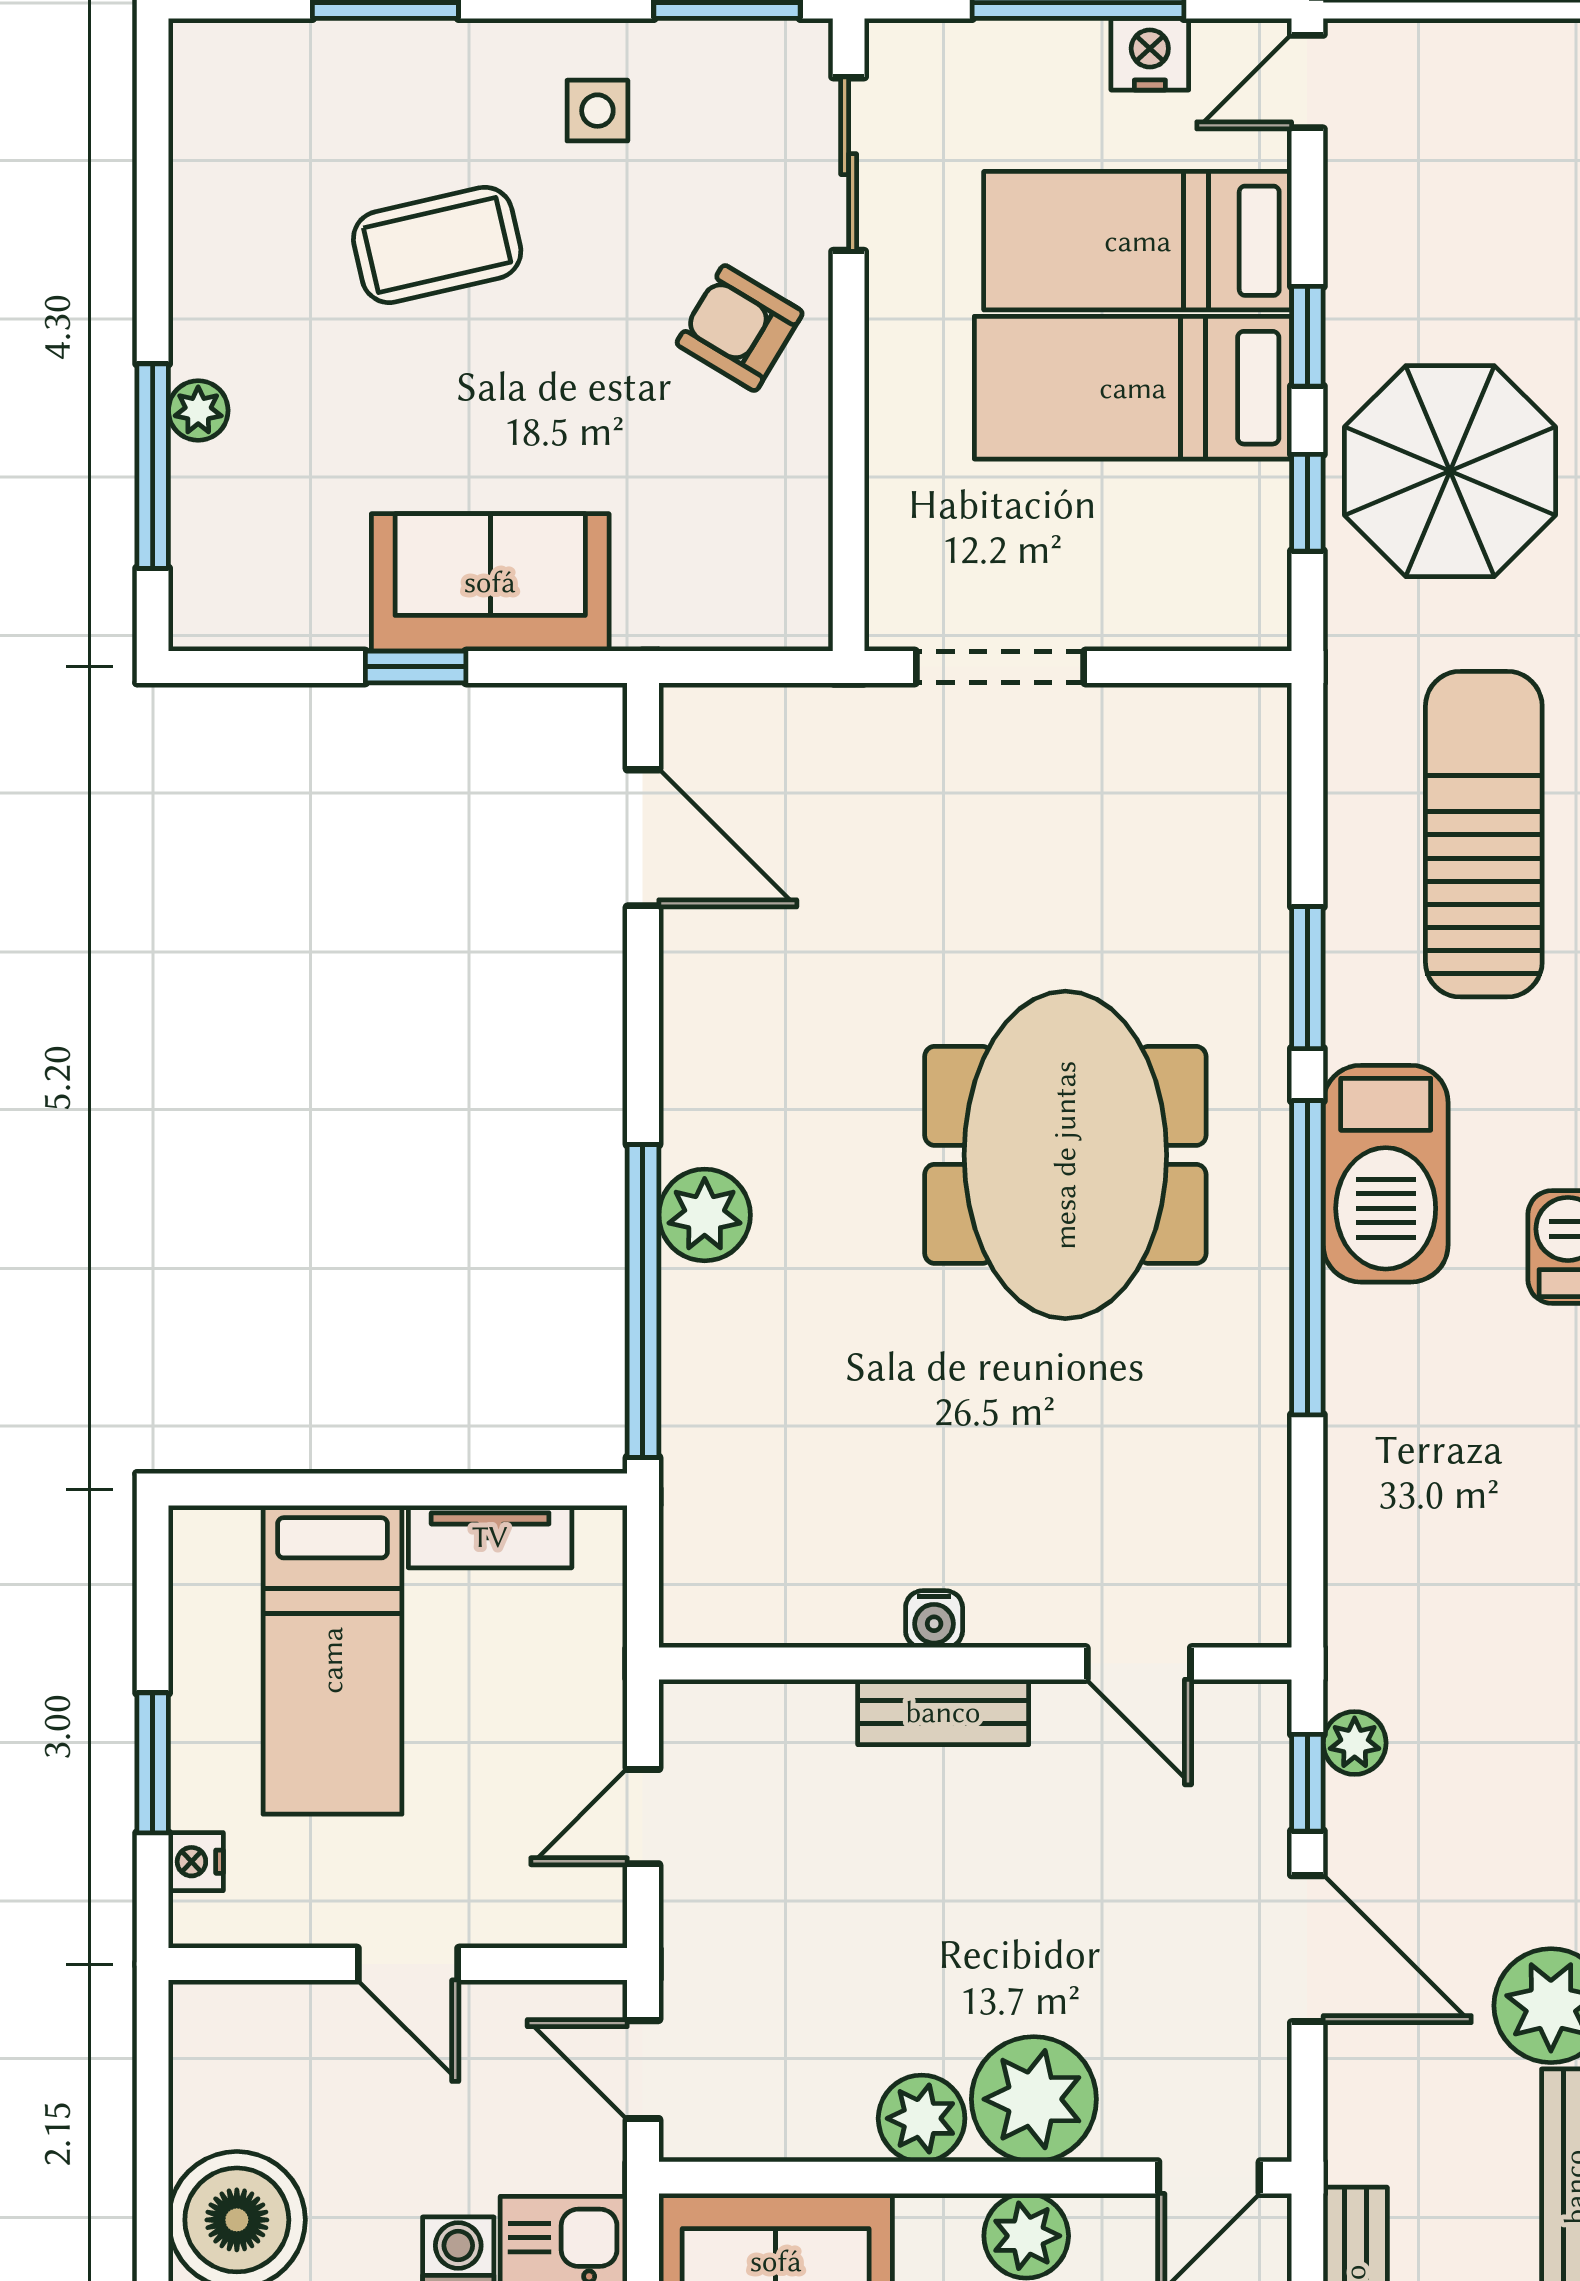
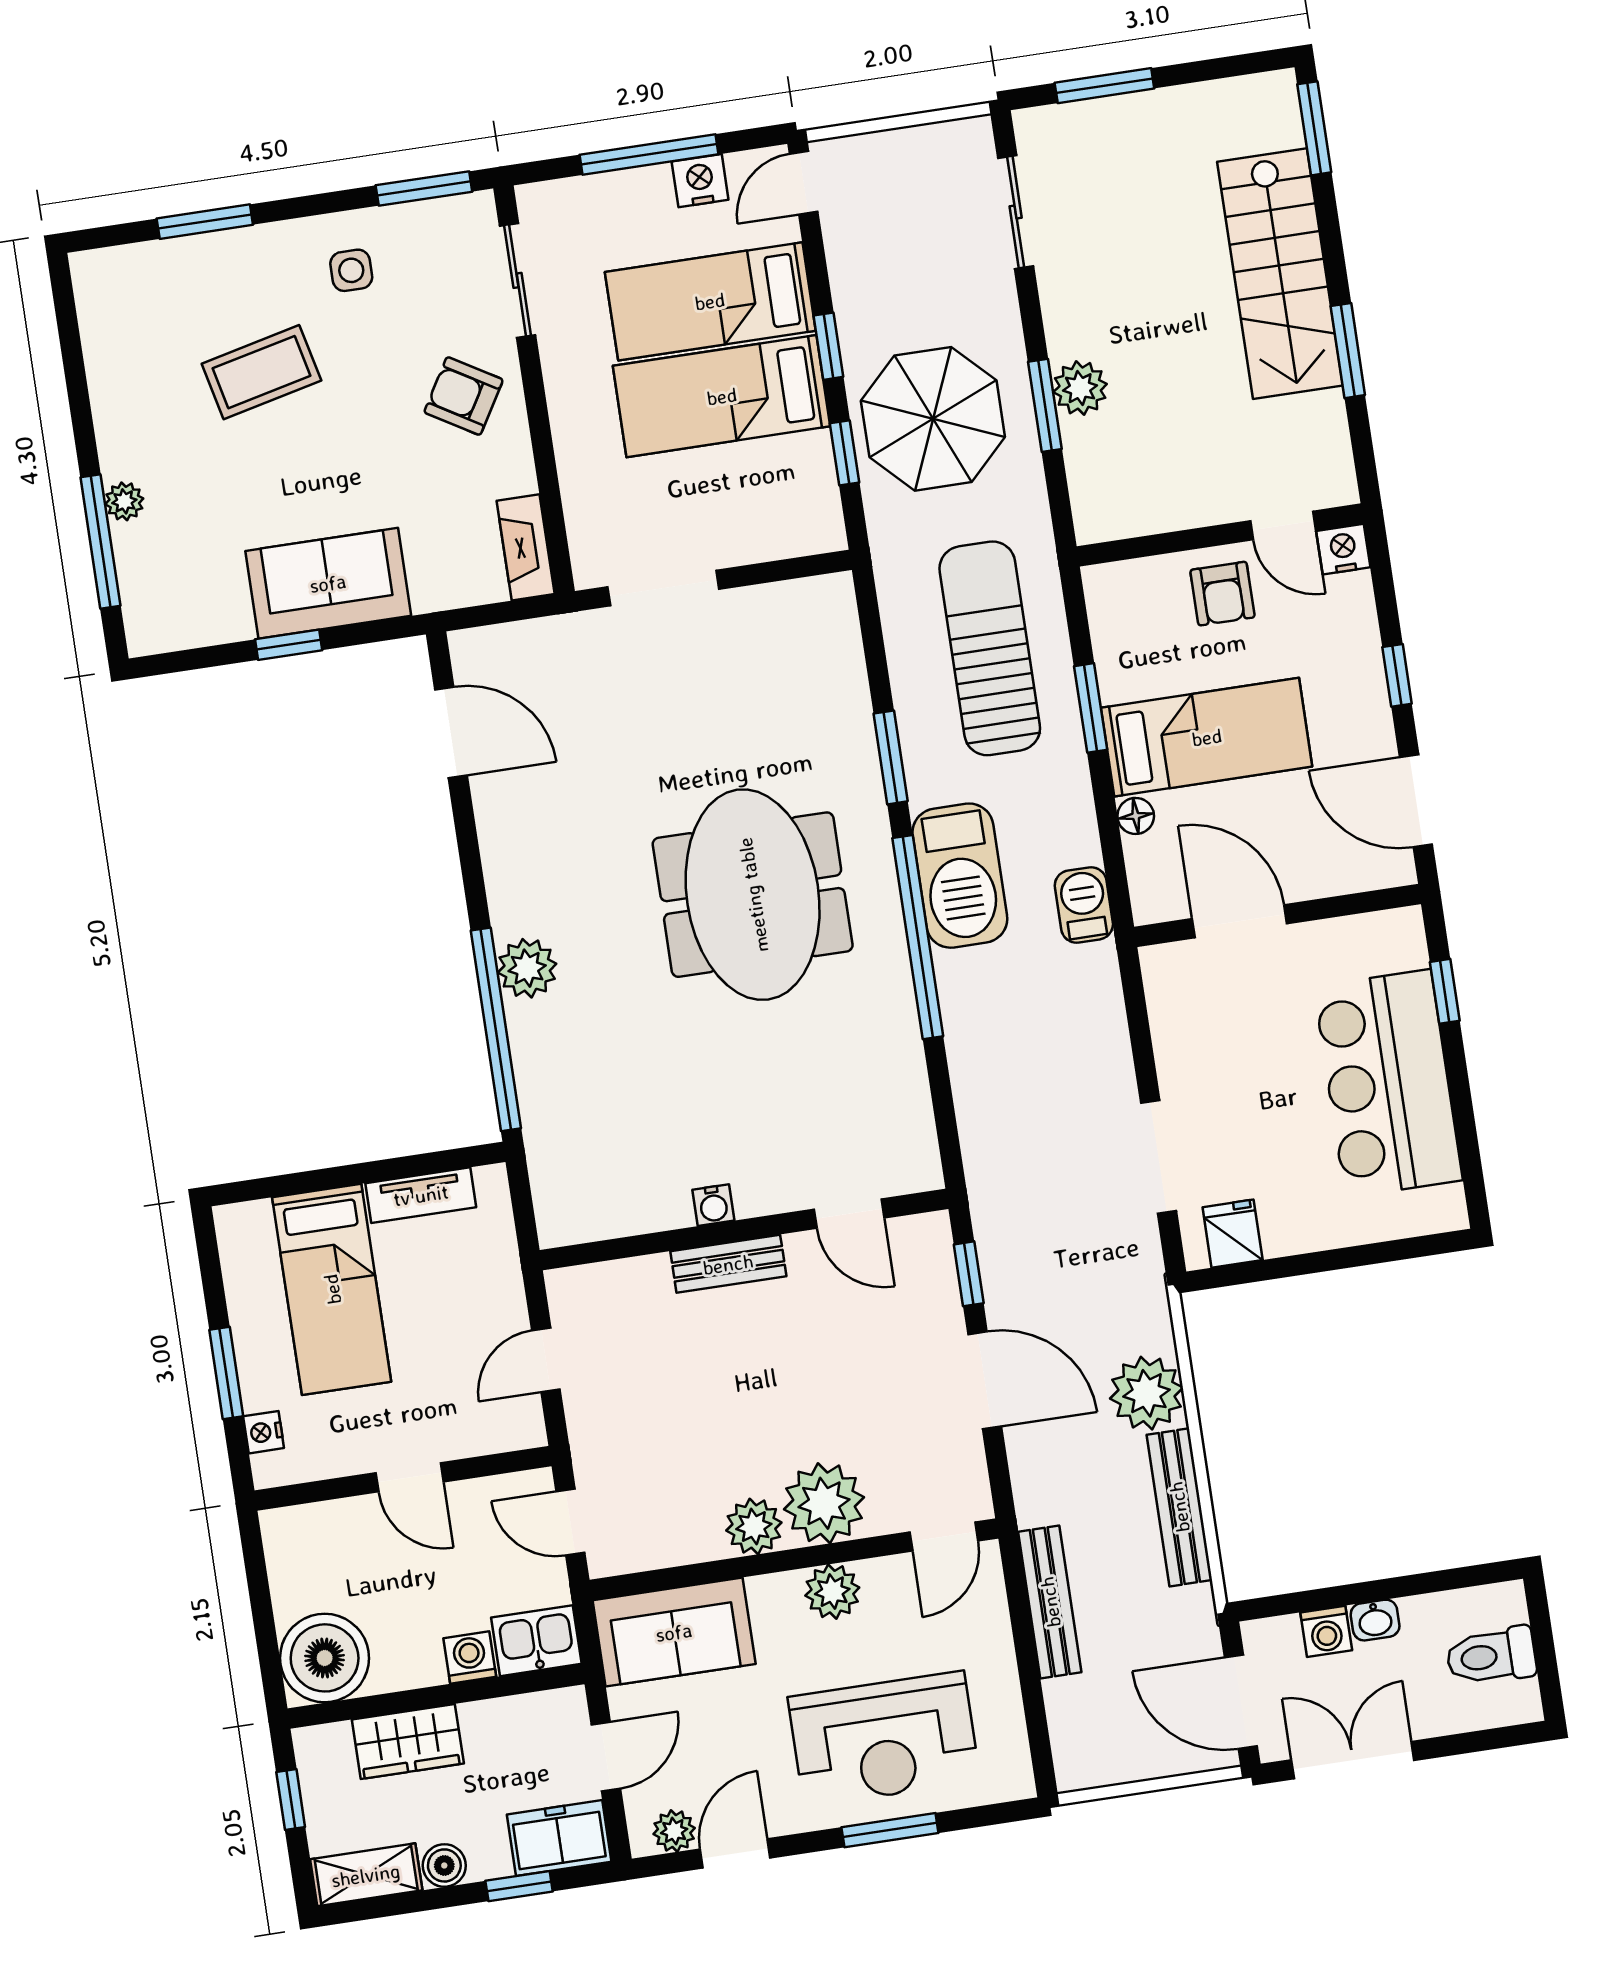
fireplace: (799, 573) -> (526, 547), added
plant: (1355, 1743) -> (995, 1244), removed

